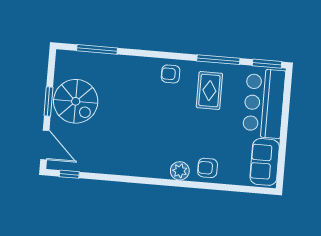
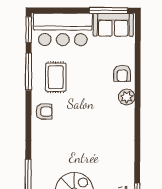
armchair: (171, 74) -> (44, 112), turned -90
rug: (209, 91) -> (56, 77), turned 90
window: (282, 158) -> (108, 11), added

